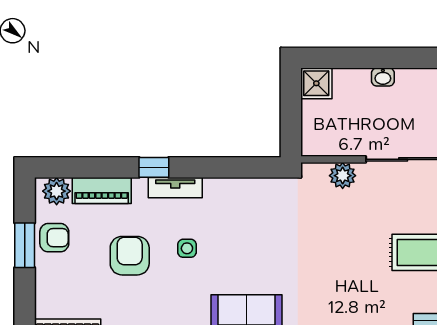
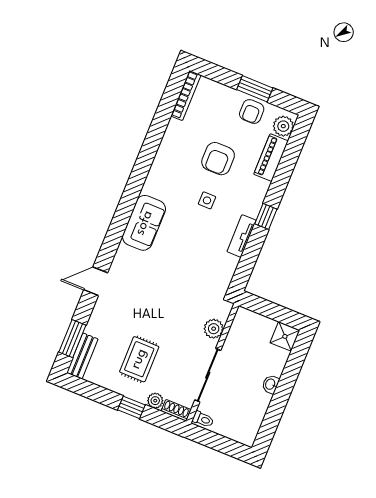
window: (154, 167) -> (266, 216), moved
tv unit: (175, 188) -> (242, 236), moved
armchair: (130, 256) -> (218, 159), turned 90

